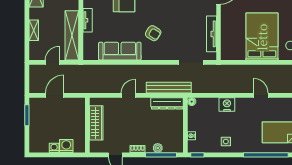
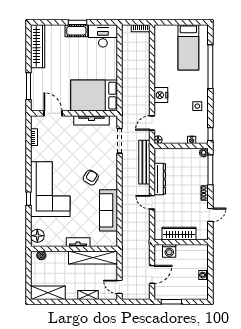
bed: (262, 37) -> (94, 96), moved
door: (52, 62) -> (119, 287), moved
door: (55, 95) -> (152, 274), swing flipped
door: (261, 95) -> (152, 123), moved
dresser: (167, 103) -> (160, 179), moved
nightstand: (227, 104) -> (161, 95), moved
washing machine: (66, 146) -> (169, 251), moved, turned -90
plant: (158, 148) -> (204, 153), moved

